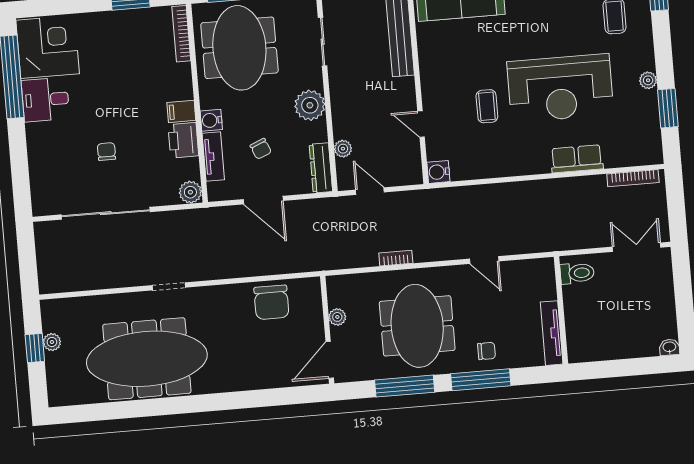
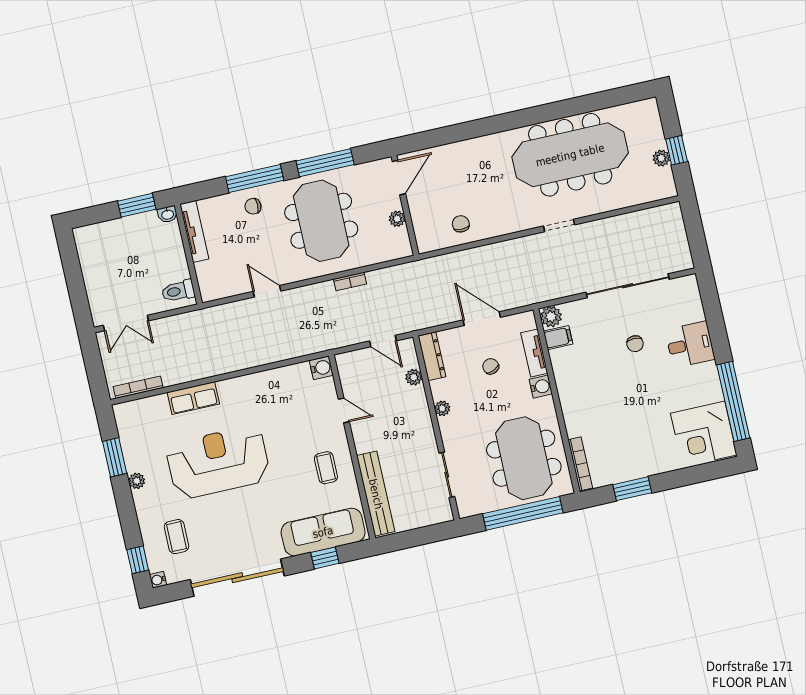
desk: (45, 100) -> (690, 345), moved
plant: (310, 105) -> (442, 408), width x0.53, depth x0.53
coffee table: (487, 106) -> (326, 468), moved
filing cabinet: (181, 111) -> (558, 338), moved
printer: (183, 140) -> (564, 364), removed
chair: (271, 302) -> (461, 224), width x0.54, depth x0.54
washbasin: (669, 347) -> (168, 214), moved
window: (608, 369) -> (137, 205), added

